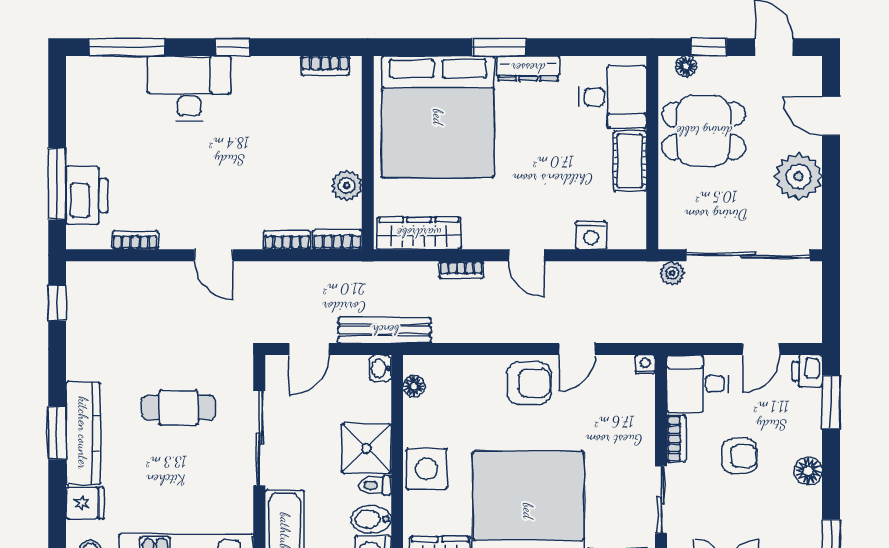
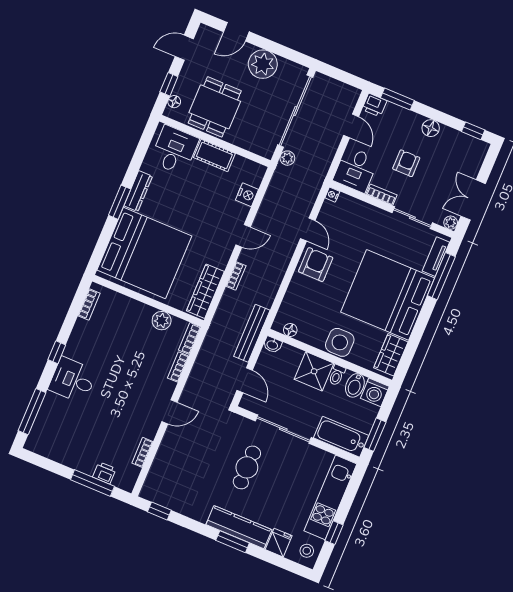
desk: (189, 89) -> (73, 380), width x0.73
printer: (87, 195) -> (104, 473), width x0.53, depth x0.68

